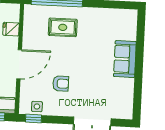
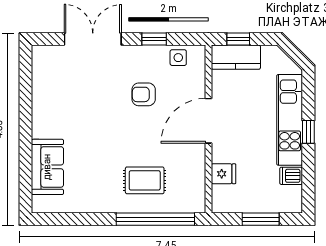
sofa: (125, 59) -> (47, 167), moved
window: (34, 119) -> (154, 39), moved

